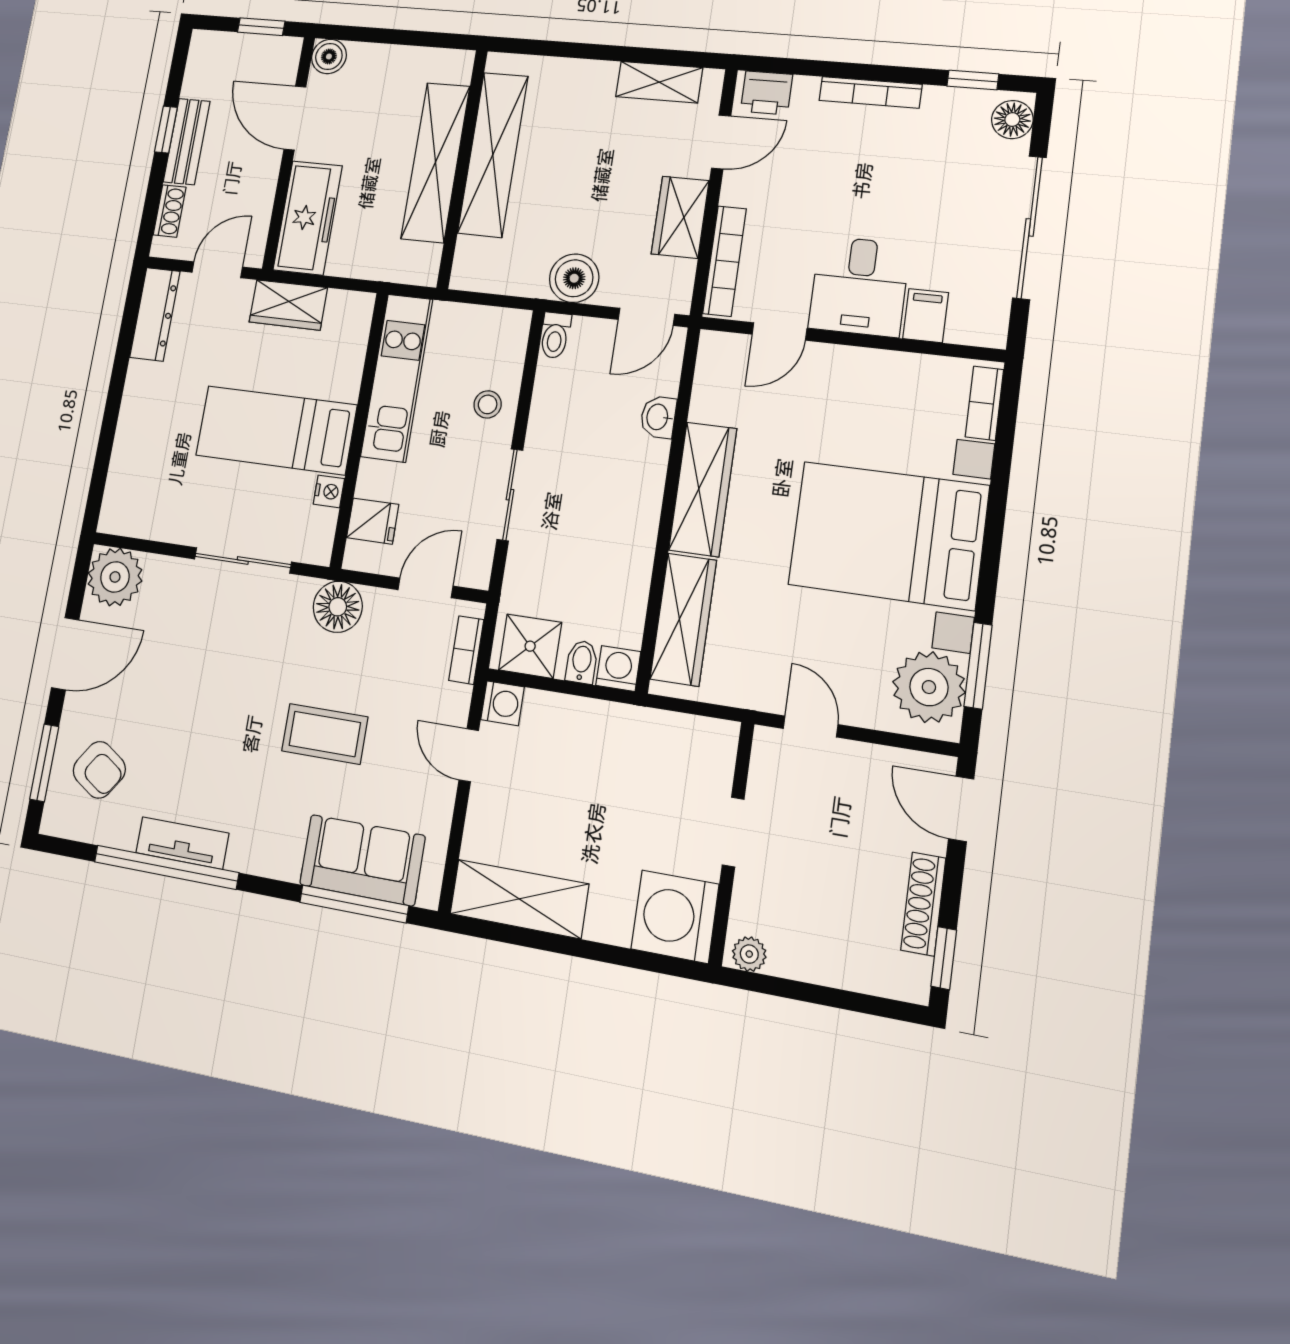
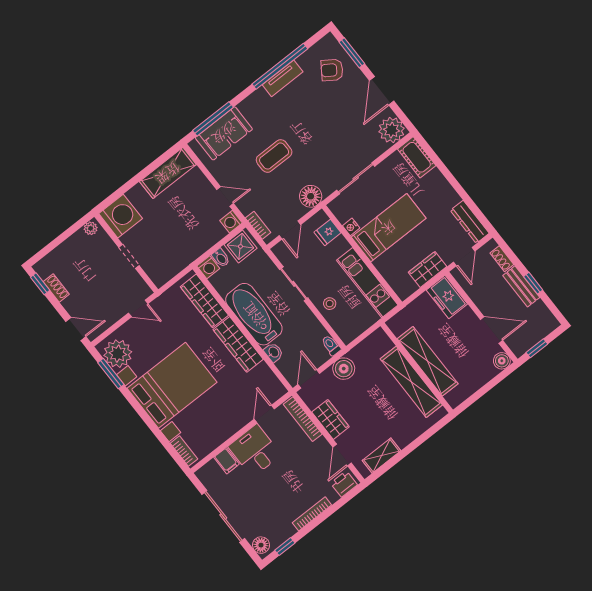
freezer: (308, 218) -> (447, 297), width x0.71
cot: (124, 495) -> (417, 157), added
bathtub: (625, 512) -> (254, 314), added
shoe rack: (923, 904) -> (56, 288), width x0.70

